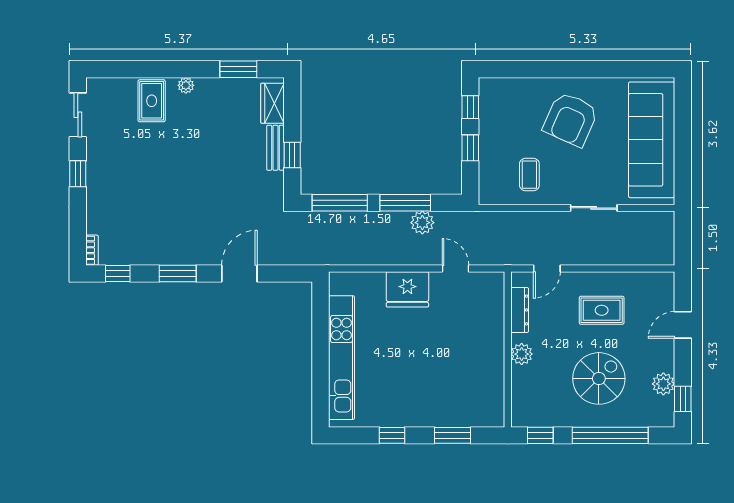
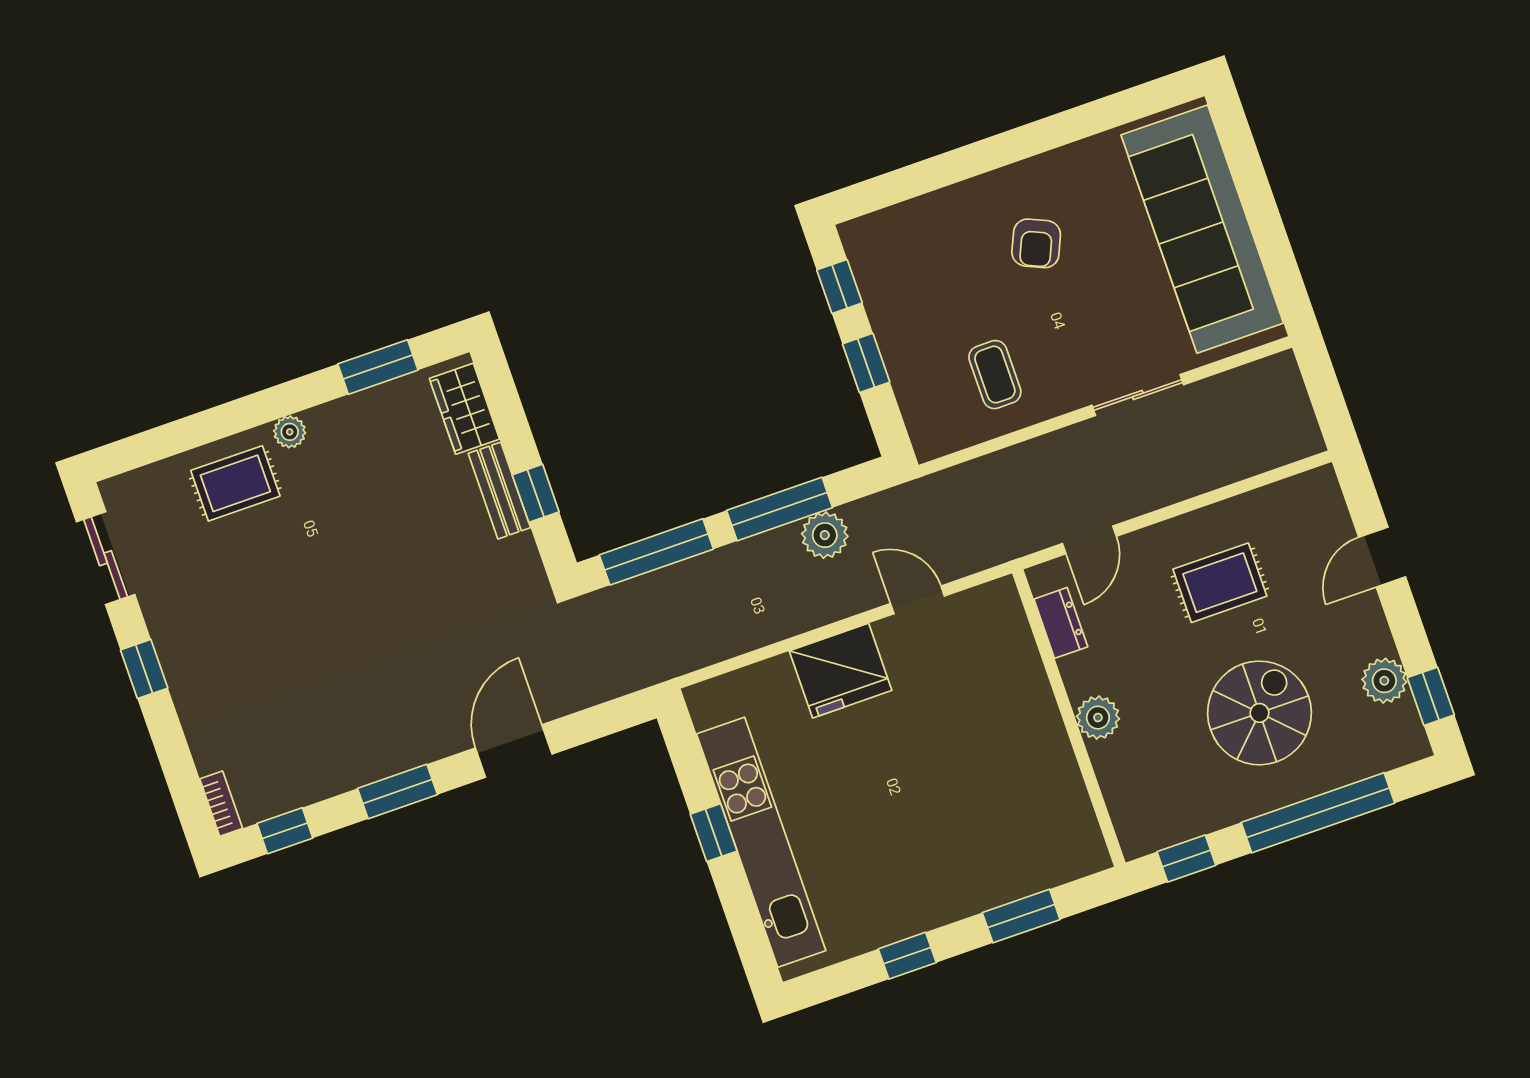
rug: (152, 101) -> (235, 483), turned 90
armchair: (571, 119) -> (1036, 243), width x0.53, depth x0.53
dresser: (520, 310) -> (1061, 623), width x0.70
window: (321, 345) -> (714, 833), added

